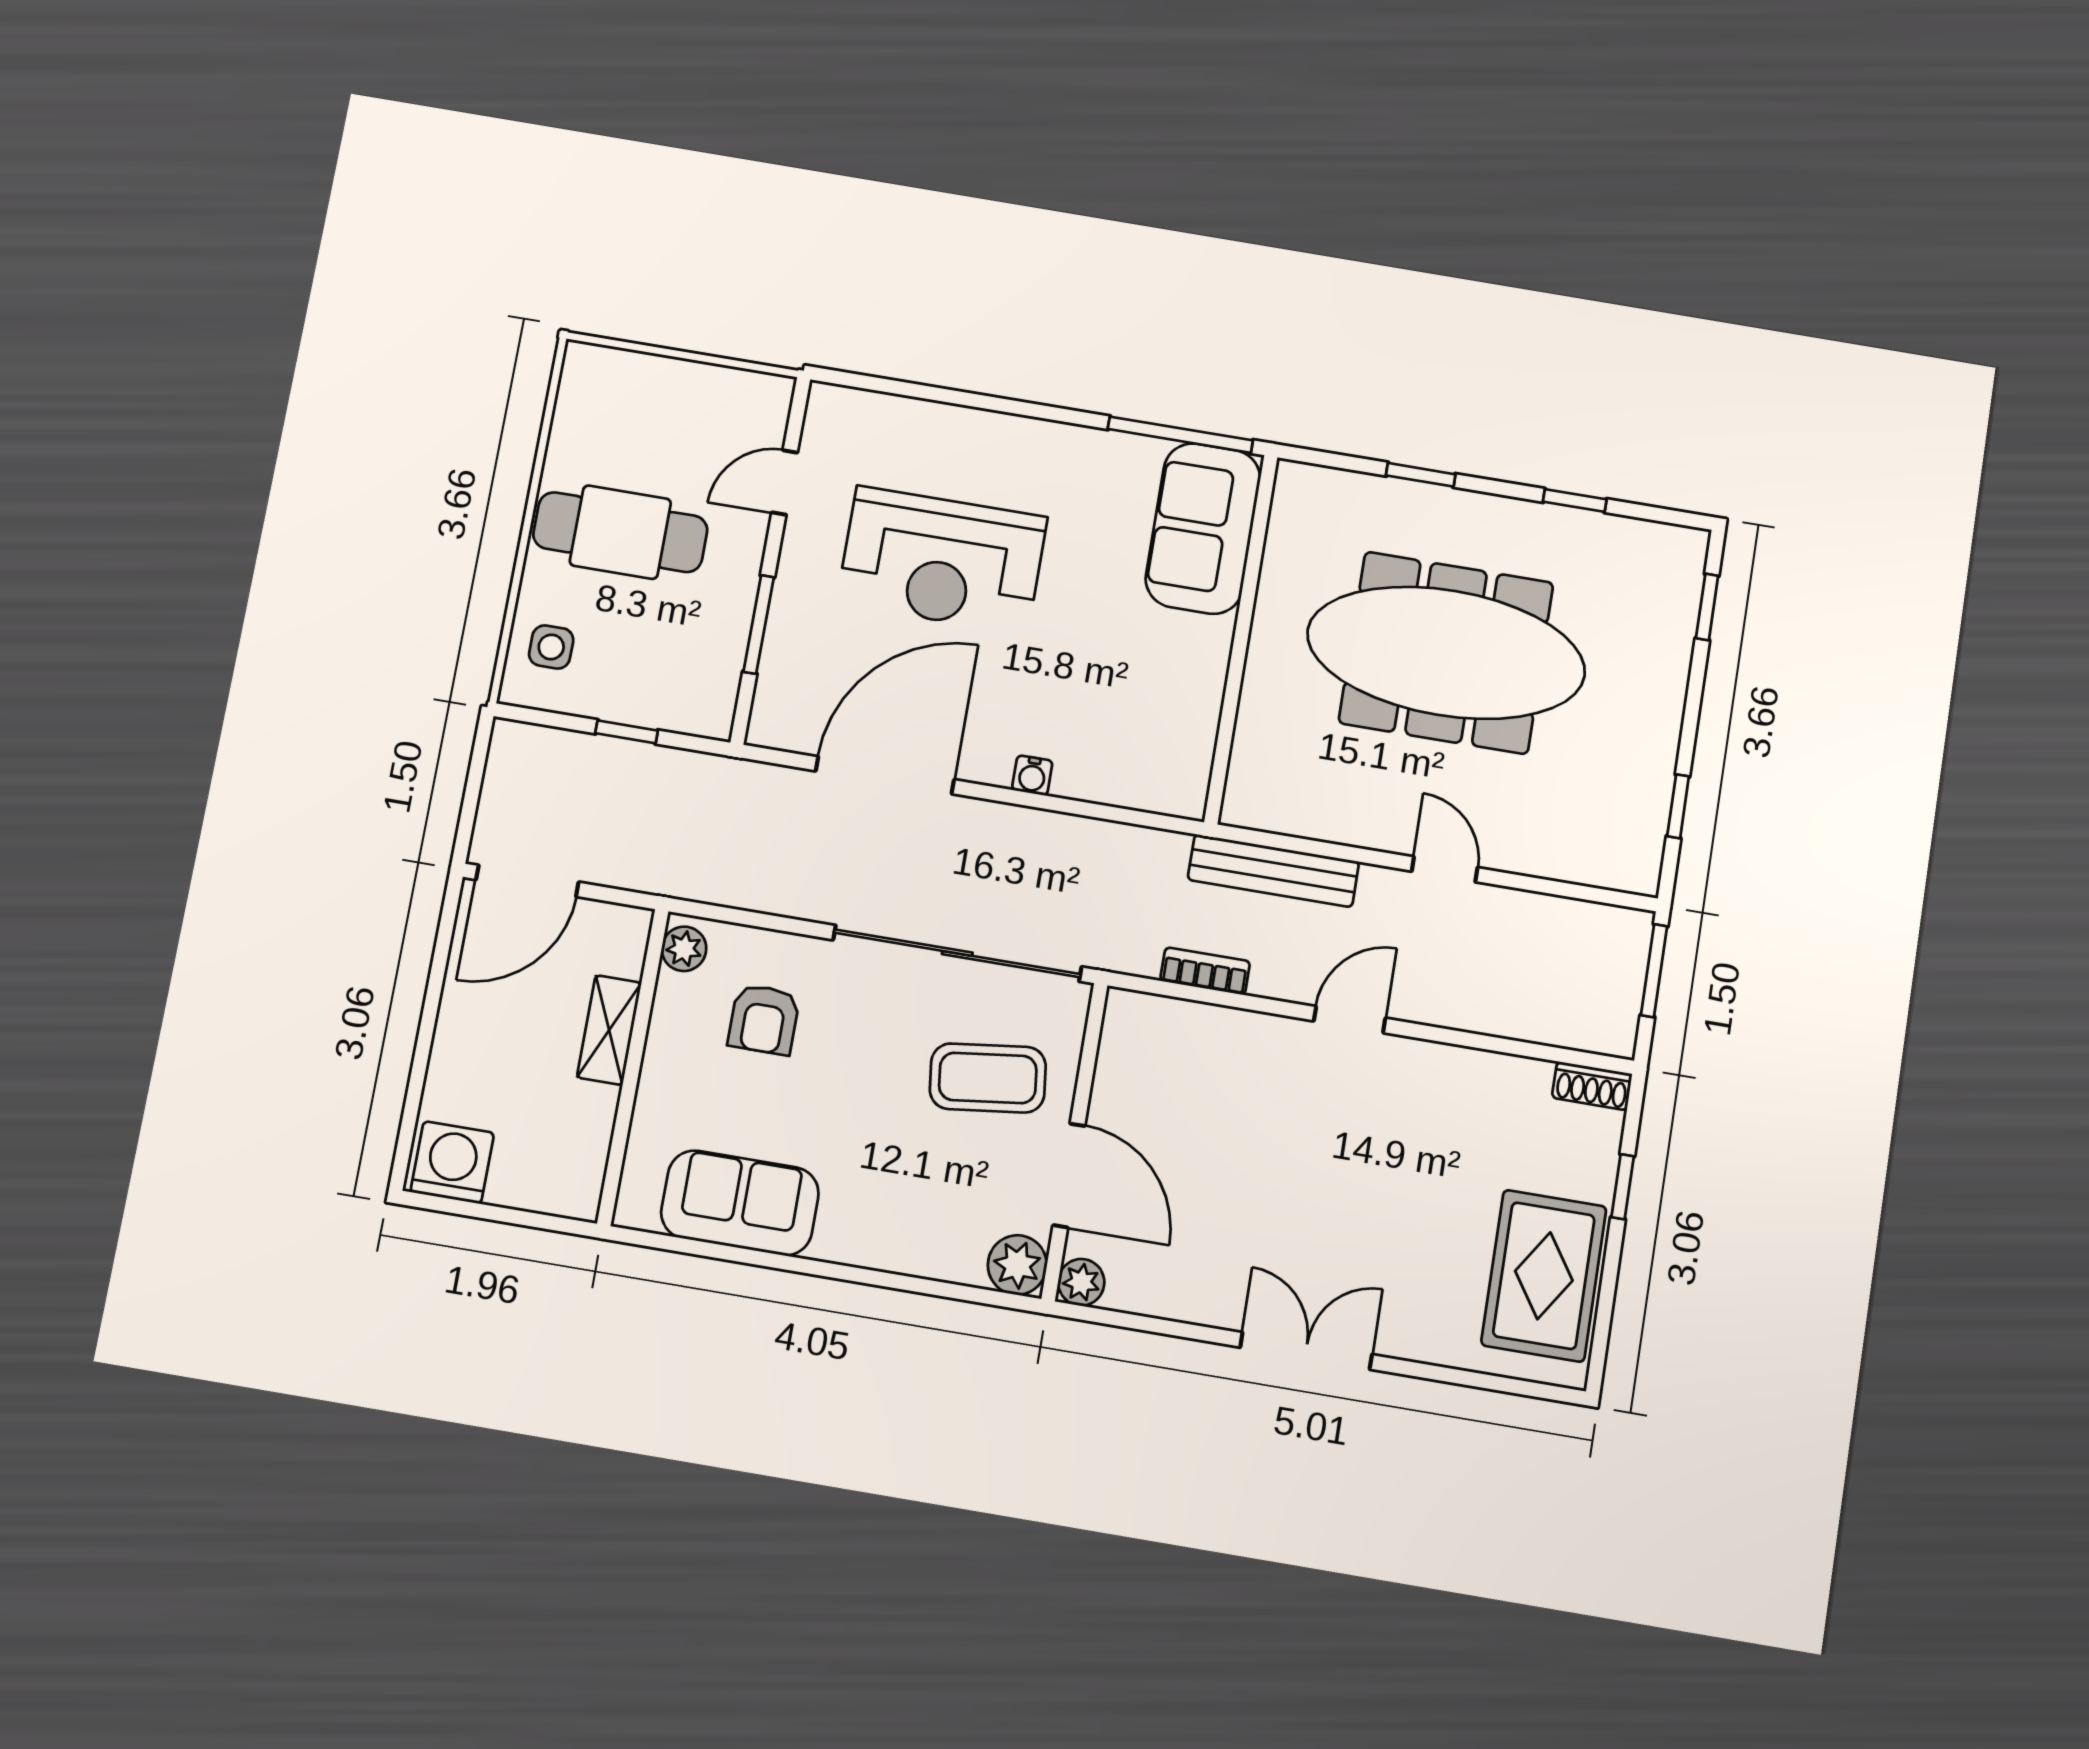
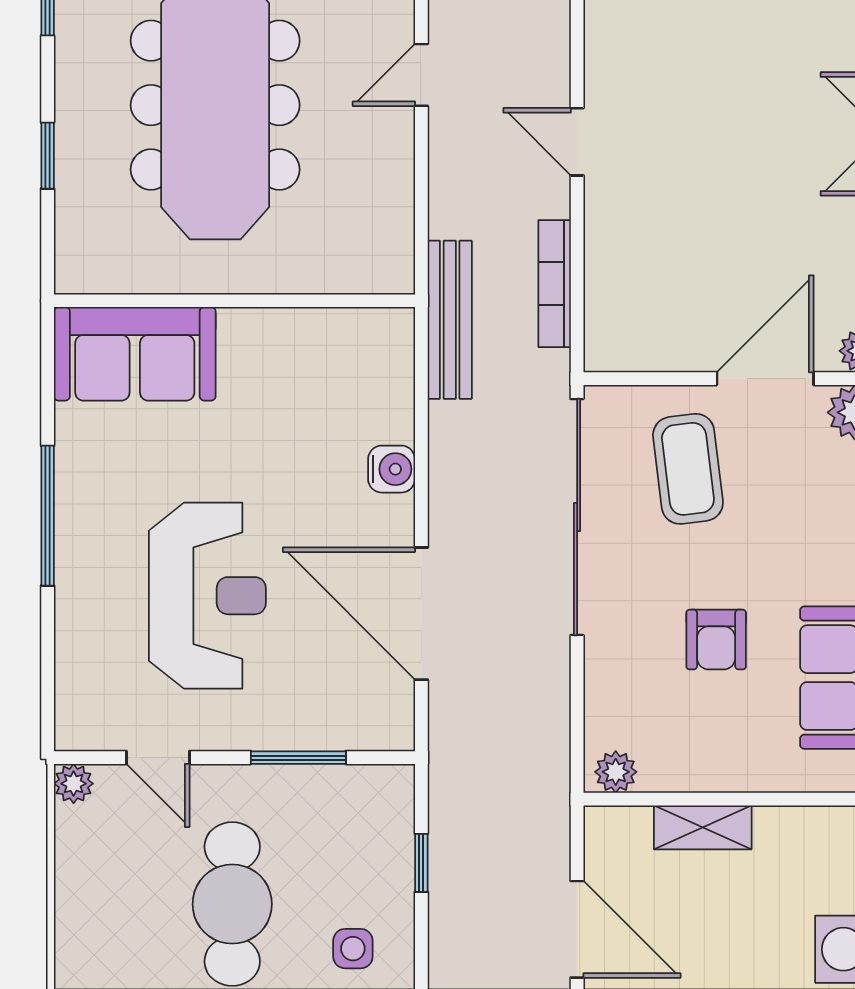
plant: (773, 393) -> (74, 784), added
window: (1180, 435) -> (48, 516), moved
water cooler: (1032, 775) -> (392, 469), width x1.38, depth x1.38
bench: (1273, 871) -> (450, 320), moved
bookcase: (1205, 971) -> (555, 284), width x1.56
armchair: (764, 1019) -> (716, 640), moved, turned 90

